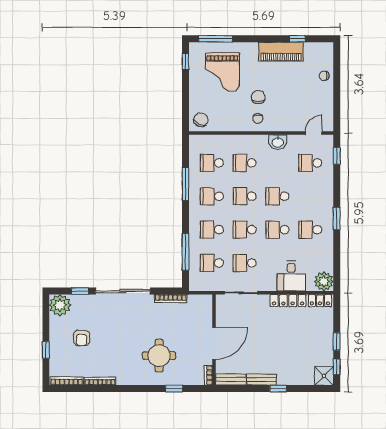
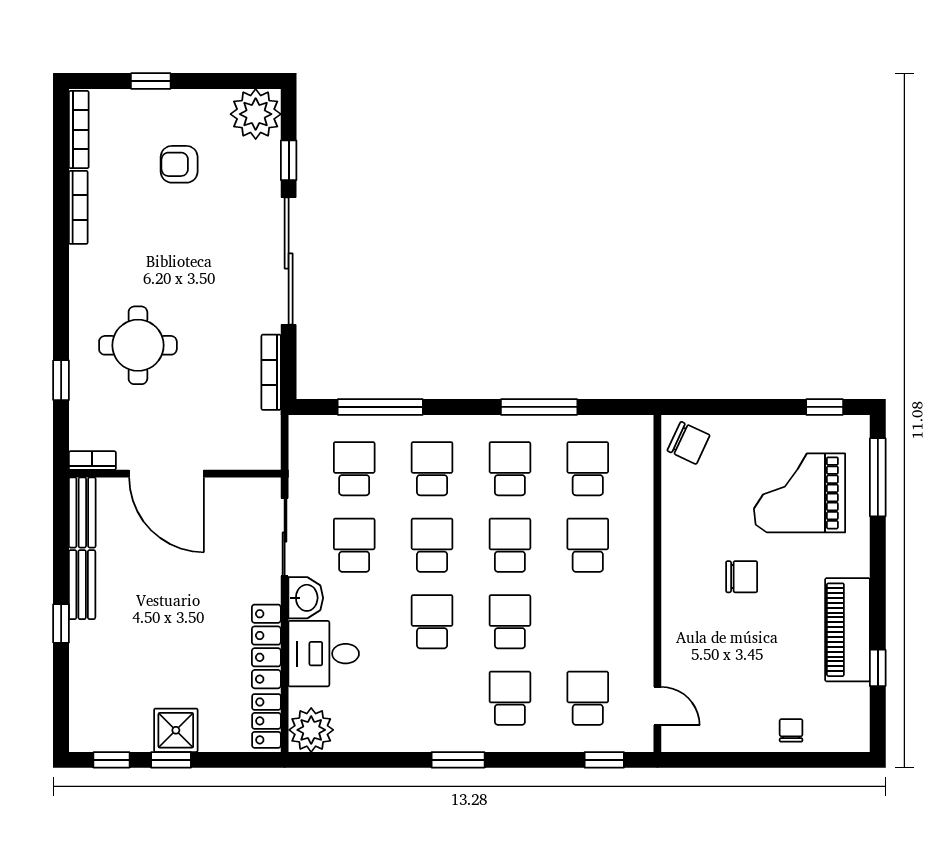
chair: (258, 118) -> (692, 576), removed
washbasin: (278, 142) -> (306, 598), moved, turned 180
school desk: (310, 230) -> (510, 698), moved
shower: (324, 376) -> (176, 730), moved

